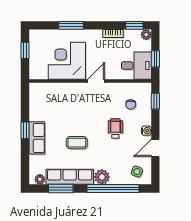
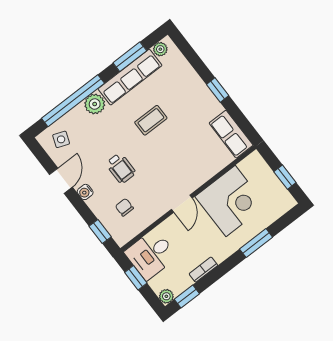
row of seats: (37, 138) -> (231, 134), moved

